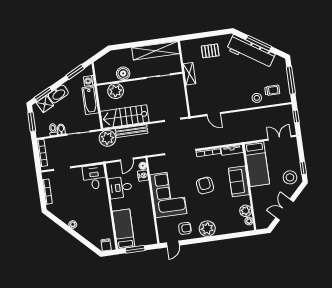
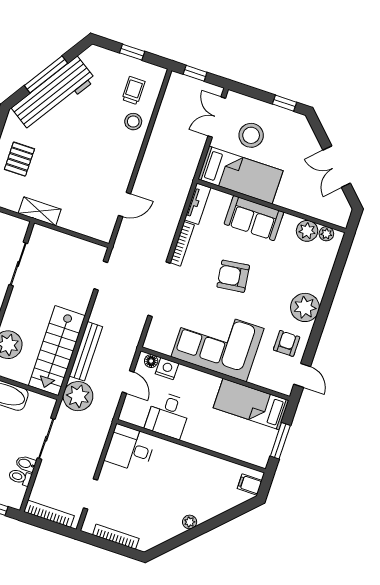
window: (291, 80) -> (132, 52), width x0.46
stool: (290, 177) -> (251, 135), moved
bed: (124, 229) -> (251, 404), moved

